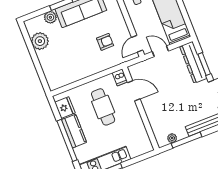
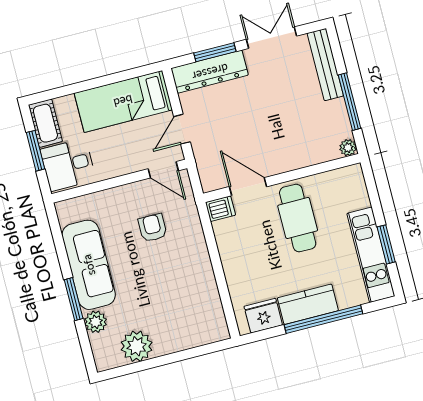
door: (134, 91) -> (248, 187), hinge flipped
cafe table: (103, 107) -> (298, 218), moved, turned 90
plant: (172, 138) -> (348, 148), moved

